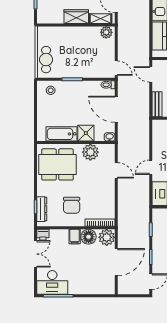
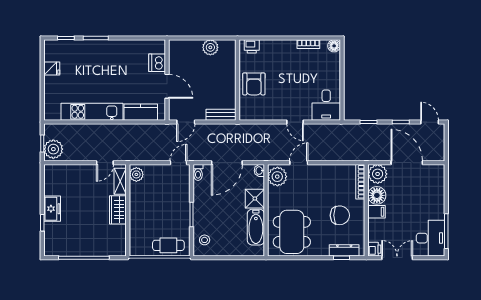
plant: (90, 152) -> (277, 177), moved

